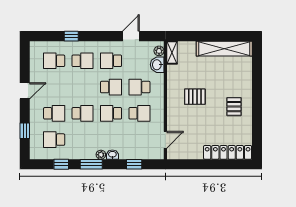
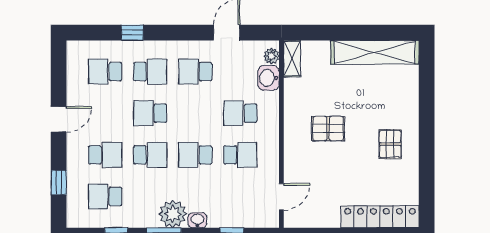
school desk: (111, 87) -> (150, 113), moved, turned 180
plant: (101, 155) -> (173, 214), width x1.87, depth x1.87

